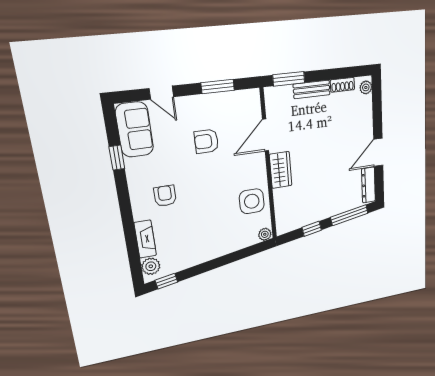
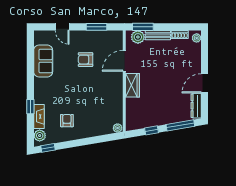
plant: (283, 96) -> (138, 37), added
sofa: (135, 130) -> (43, 61), moved
window: (117, 158) -> (30, 107), moved
armchair: (165, 196) -> (67, 121), moved
side table: (252, 201) -> (111, 103), removed

